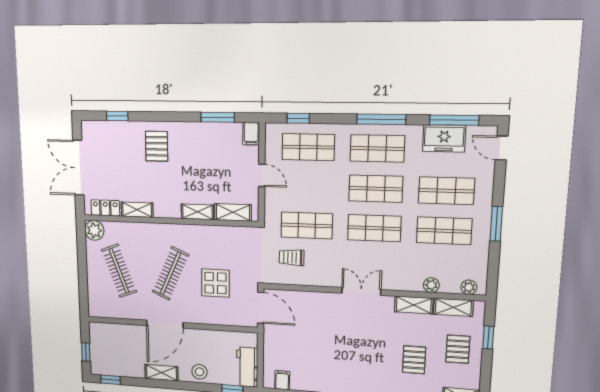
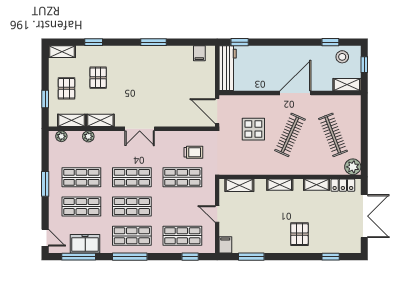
shelving: (197, 212) -> (280, 185), moved
workbench: (247, 367) -> (228, 68), width x1.38
stool: (199, 372) -> (342, 57), moved
shelving: (161, 373) -> (347, 85), moved
window: (111, 380) -> (330, 42), moved

